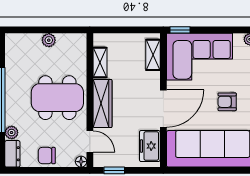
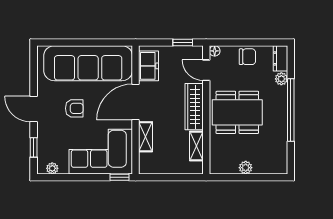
shelving: (153, 55) -> (146, 137), moved

